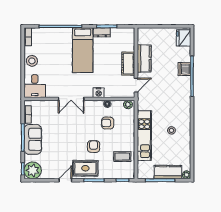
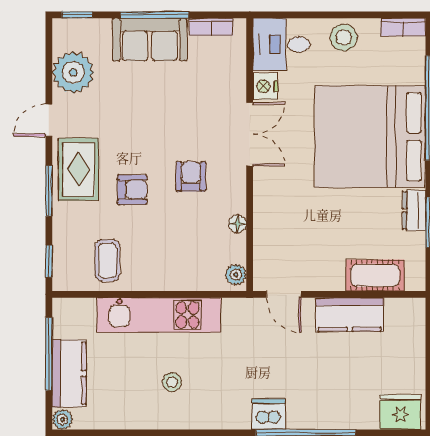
bed: (83, 50) -> (370, 137), width x2.04
cot: (128, 64) -> (375, 275), moved
dishwasher: (184, 69) -> (269, 414), moved
nightstand: (99, 93) -> (265, 86), moved
double door: (71, 99) -> (250, 134), swing flipped
armchair: (108, 123) -> (191, 176), moved
plant: (33, 170) -> (73, 72), moved
door: (65, 180) -> (49, 120), swing flipped

